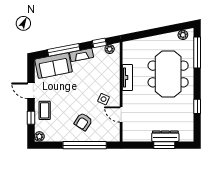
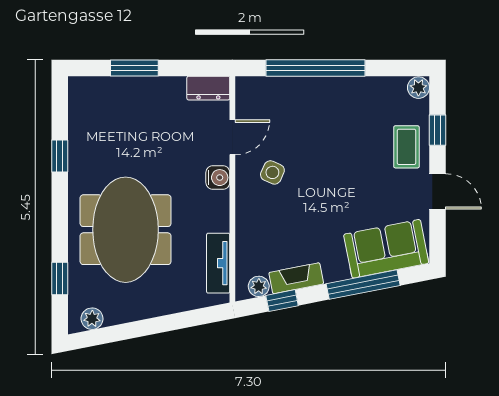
window: (197, 53) -> (60, 279), width x0.46
fireplace: (82, 55) -> (296, 278), moved
tv unit: (127, 77) -> (218, 263), moved
water cooler: (128, 97) -> (218, 178), added
door: (121, 115) -> (232, 137), hinge flipped
armchair: (83, 122) -> (319, 121), removed
dresser: (165, 136) -> (208, 88), moved, width x0.70

